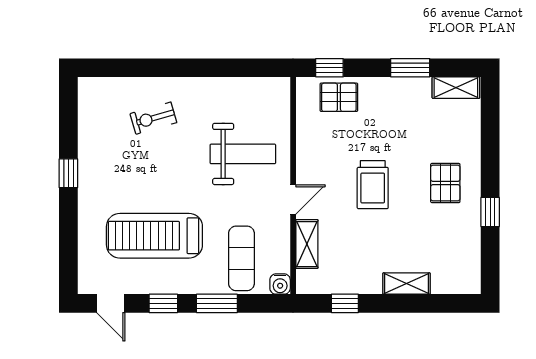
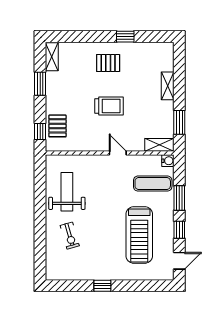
weight bench: (243, 154) -> (67, 192), moved
shelving: (307, 244) -> (159, 145), moved
window: (345, 303) -> (179, 122), width x1.50

